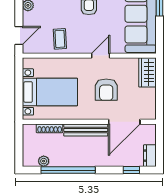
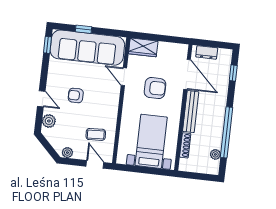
coffee table: (60, 39) -> (96, 134), moved
door: (101, 56) -> (124, 77), moved
dresser: (150, 156) -> (207, 52), moved

